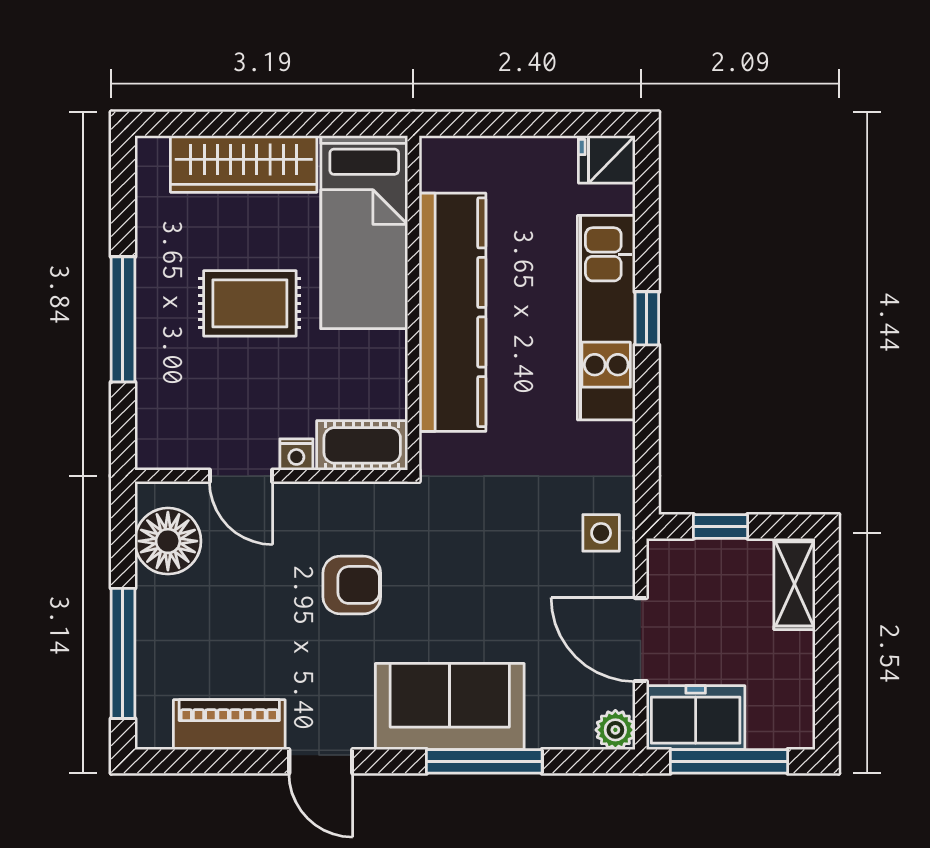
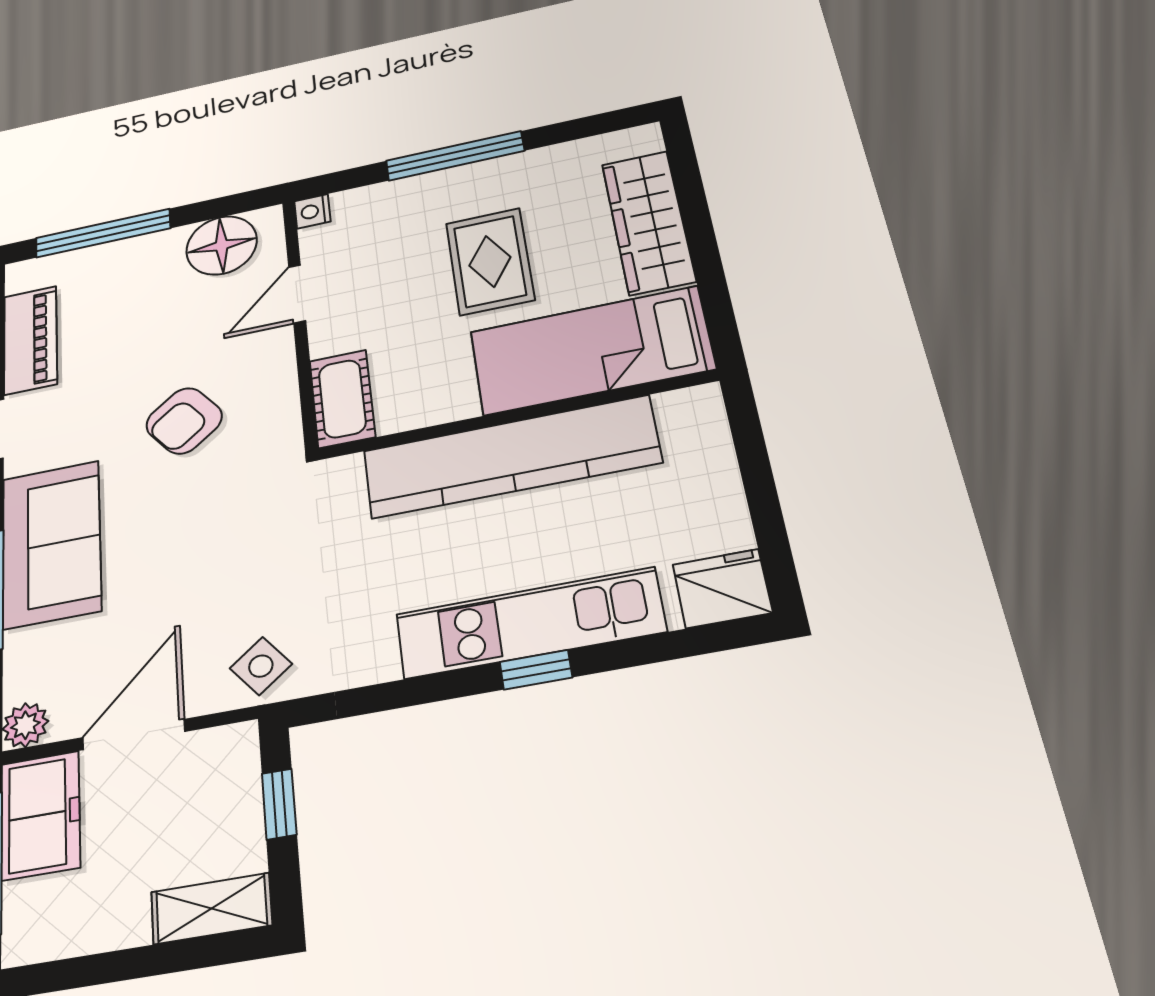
fridge: (607, 159) -> (722, 588), width x1.38
nightstand: (296, 454) -> (312, 211), moved
side table: (601, 533) -> (261, 666), turned -38
armchair: (352, 585) -> (184, 421), turned 52

